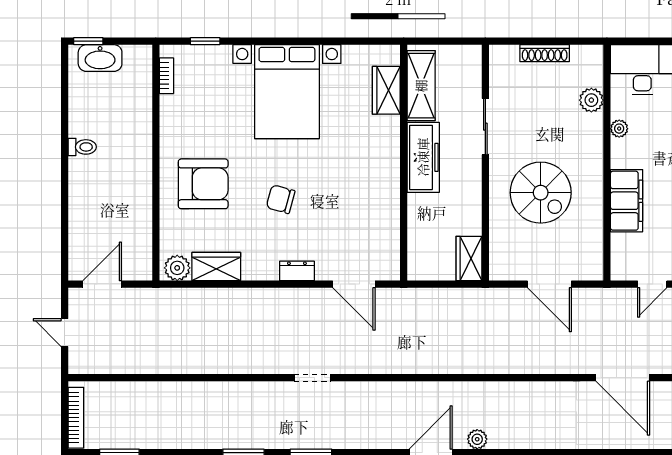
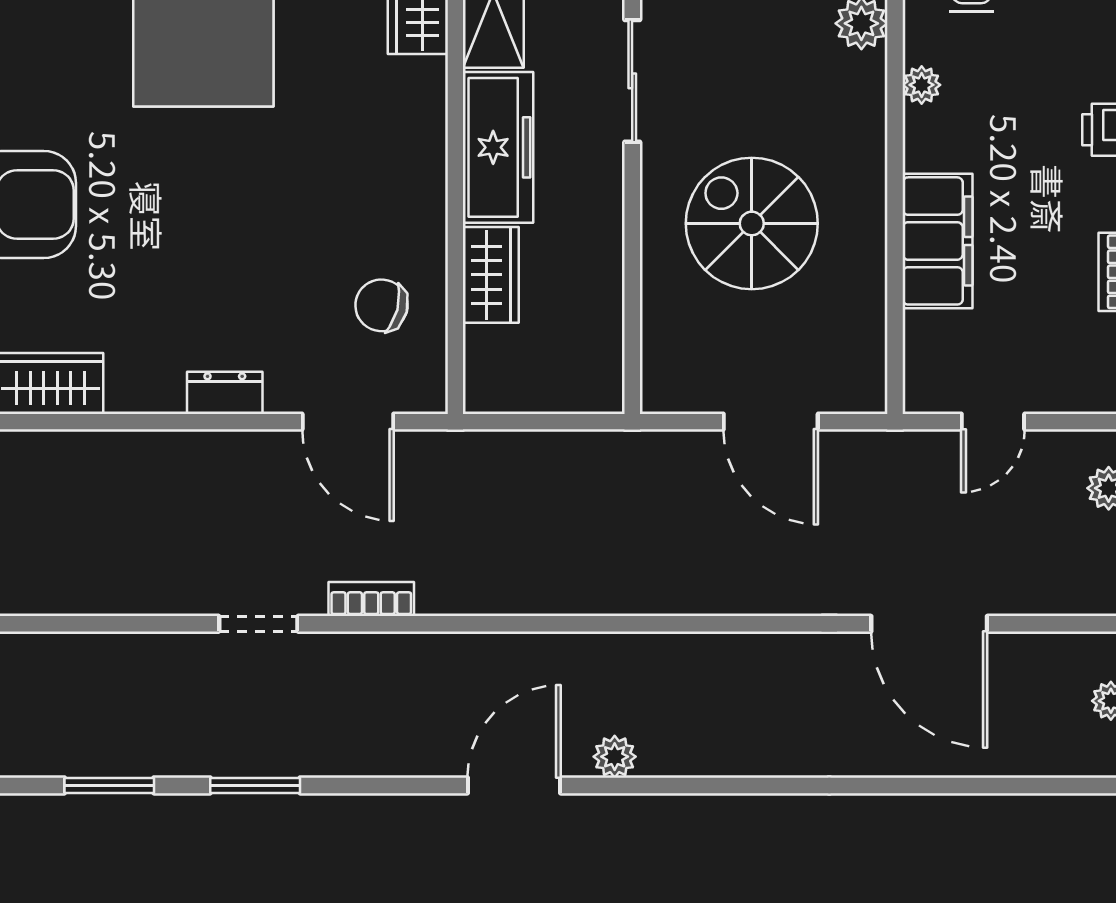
spiral stairs: (541, 193) -> (752, 223), turned 180
chair: (281, 199) -> (381, 305), moved
wardrobe: (469, 259) -> (491, 275), moved, turned 180
bookcase: (365, 366) -> (371, 599), added

